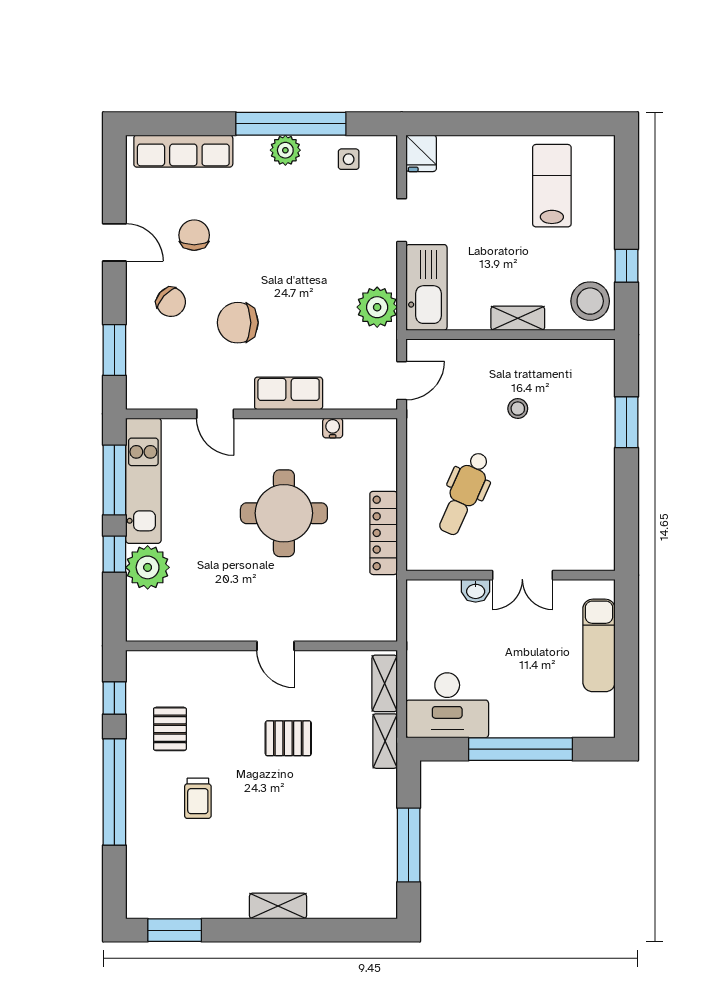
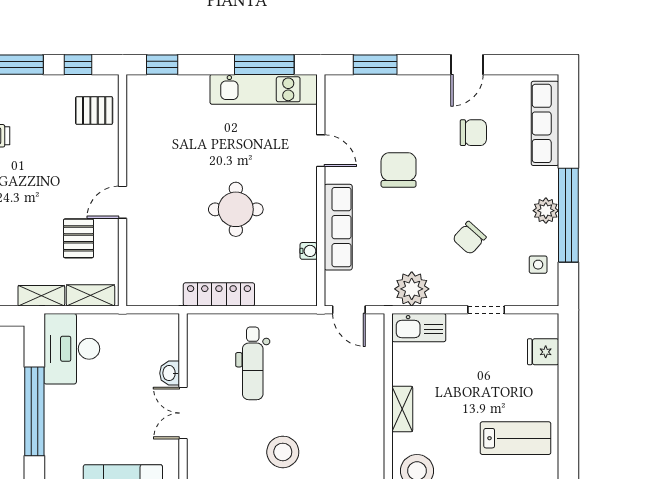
fridge: (421, 153) -> (543, 352), moved
kitchen sink: (426, 287) -> (419, 328), width x0.73, depth x0.81
chair: (171, 302) -> (469, 238), moved
row of seats: (289, 393) -> (338, 227), width x1.48
stool: (518, 409) -> (283, 452), moved, width x1.89, depth x1.89
door: (215, 414) -> (321, 151), swing flipped
dental chair: (464, 493) -> (253, 363), turned -114
round table: (284, 513) -> (236, 209), width x0.73, depth x0.73
window: (114, 554) -> (162, 65), moved
plant: (148, 567) -> (190, 93), removed
pallet: (170, 729) -> (94, 111), moved
pallet: (288, 738) -> (78, 238), moved

